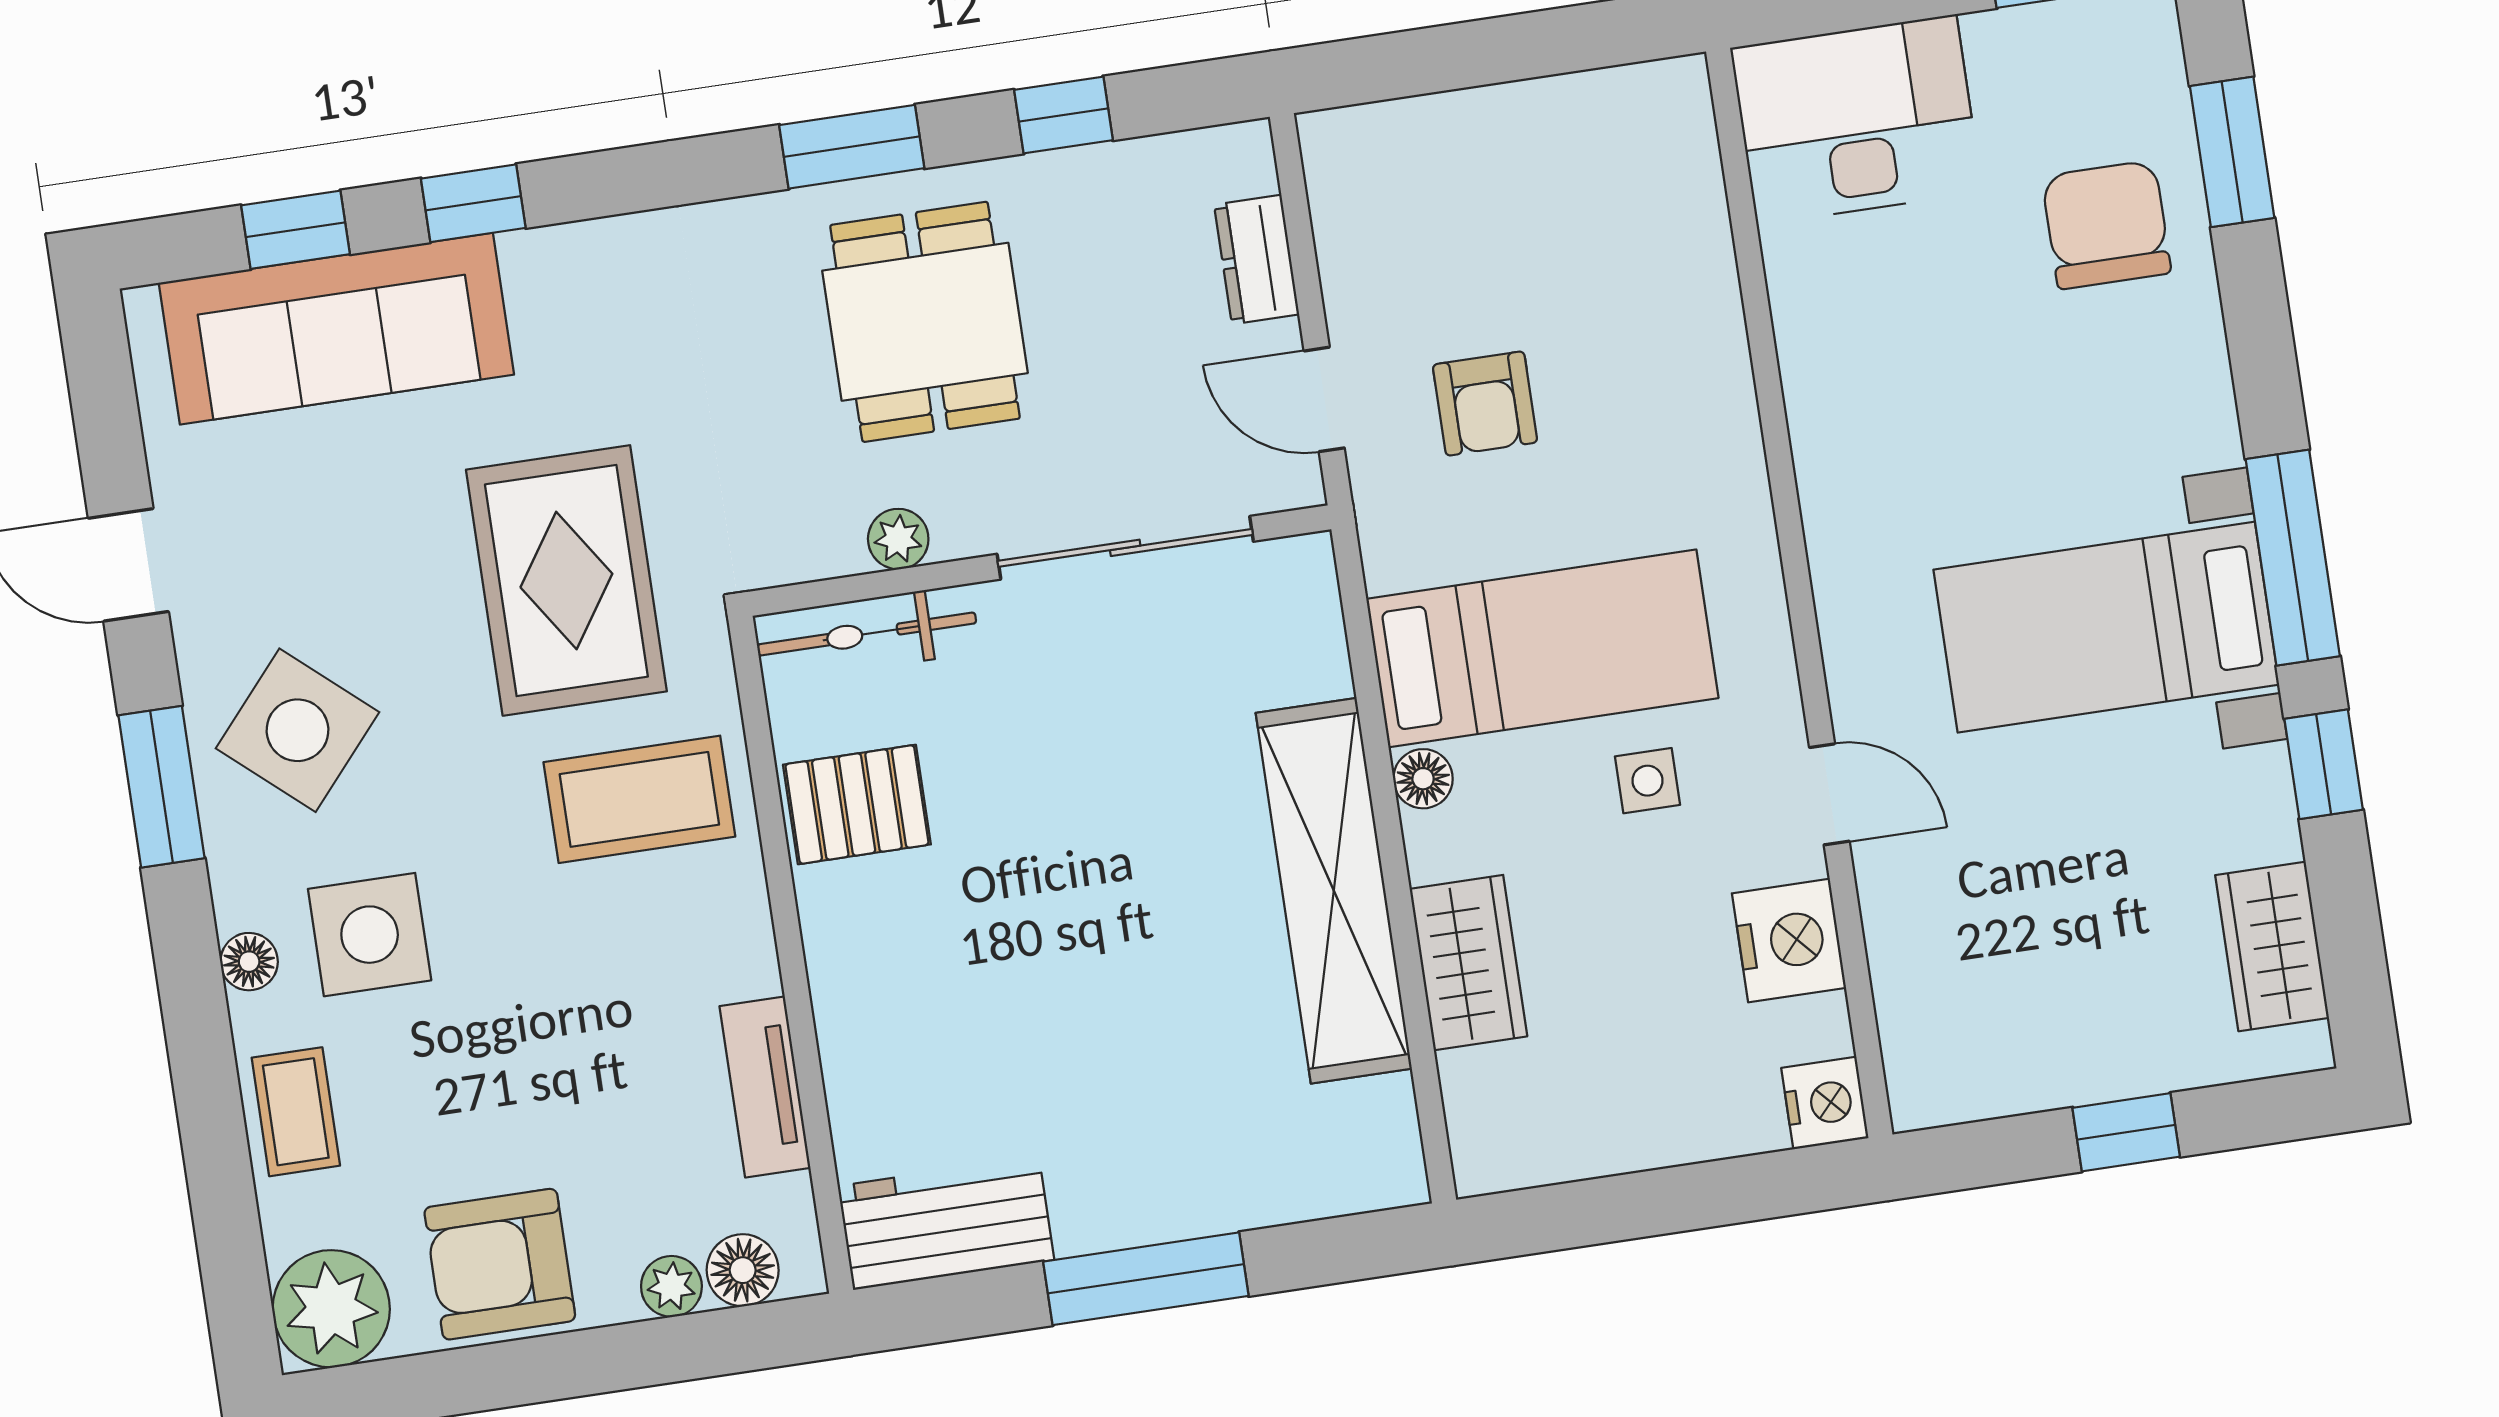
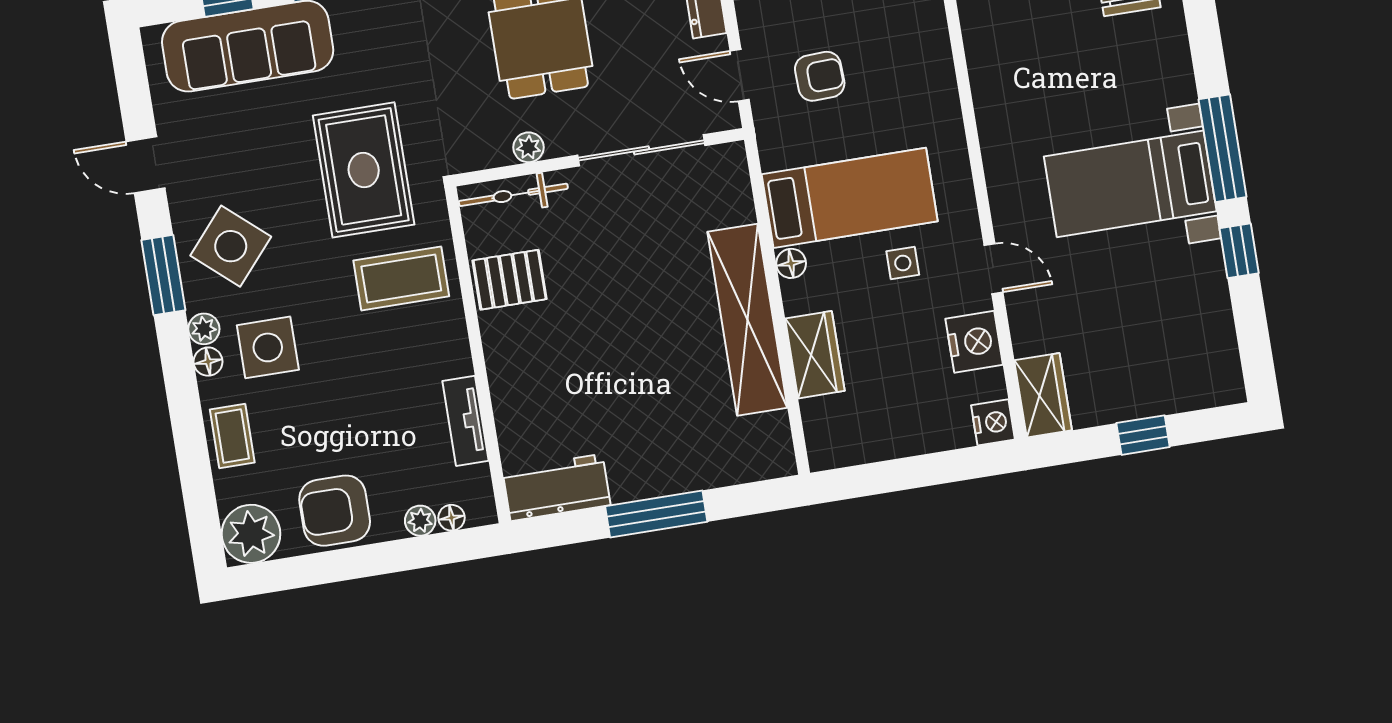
armchair: (1485, 404) -> (820, 76), turned -92
plant: (242, 896) -> (204, 329), added
wardrobe: (2272, 946) -> (1043, 395), moved, turned 180
floor lamp: (743, 1270) -> (452, 518), width x0.73, depth x0.73

